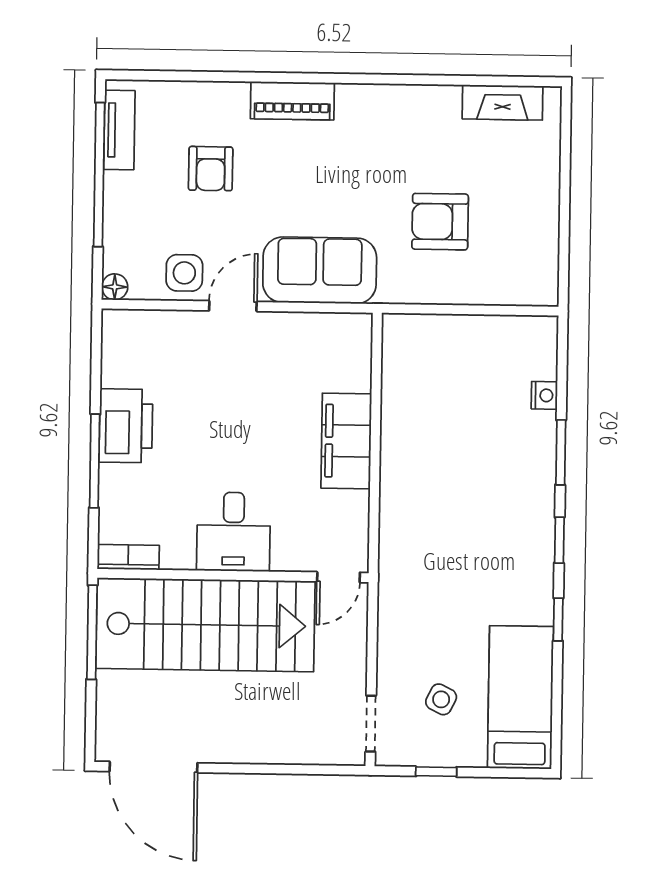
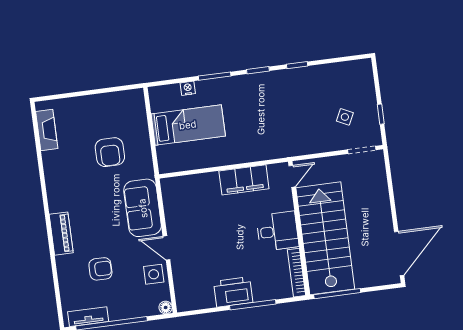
filing cabinet: (346, 441) -> (244, 180), moved
bookcase: (128, 557) -> (296, 273), width x1.56
door: (338, 577) -> (292, 176), hinge flipped
bed: (520, 697) -> (188, 125), moved, turned 180

